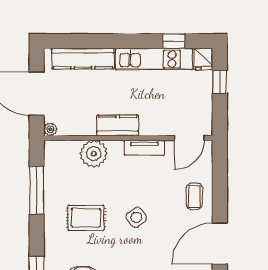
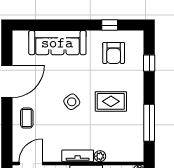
tv unit: (144, 148) -> (78, 156), moved
plant: (94, 154) -> (100, 156), width x0.53, depth x0.53

